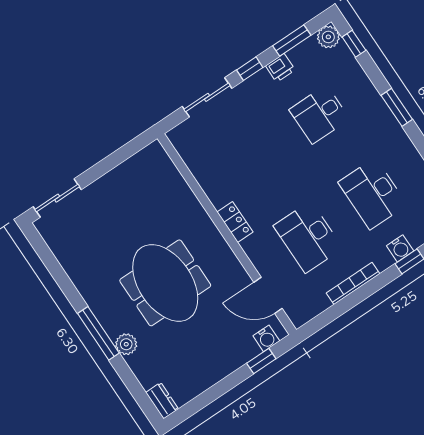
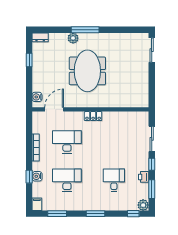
meeting table: (165, 283) -> (87, 71), turned 90
window: (261, 361) -> (29, 60), moved

